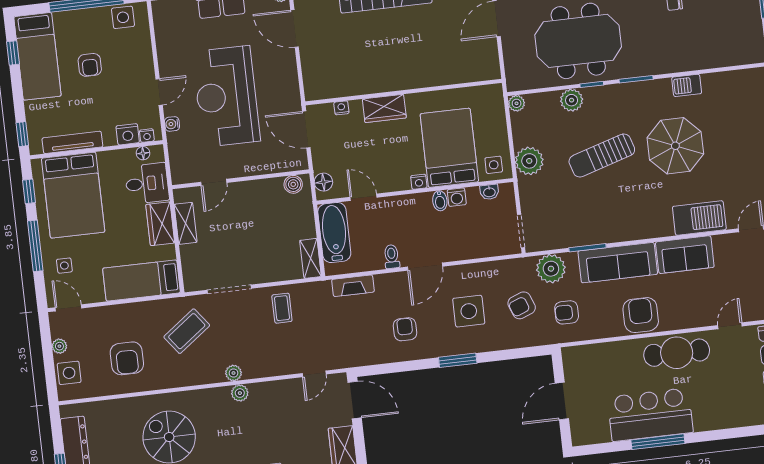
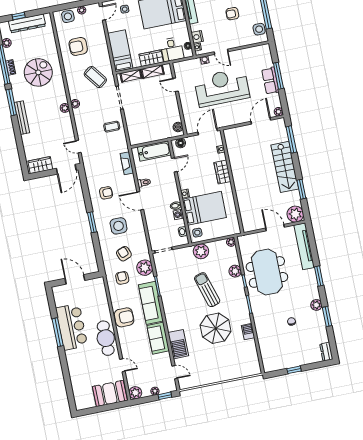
shelving: (310, 258) -> (131, 76), moved

